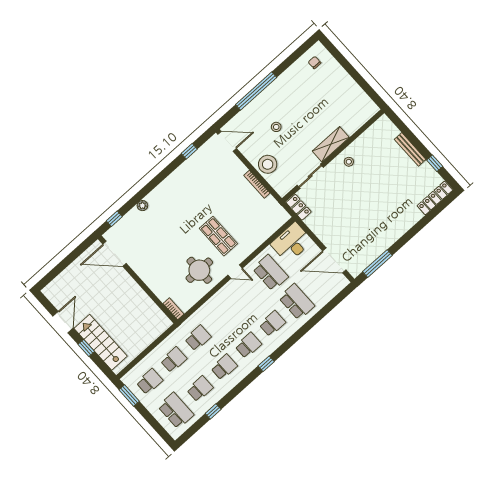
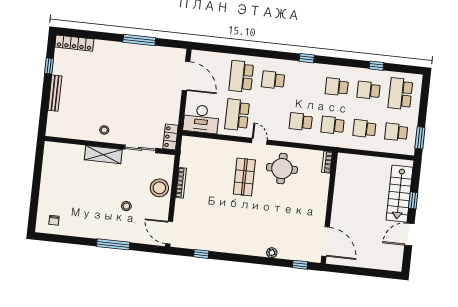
window: (256, 91) -> (113, 244), width x0.68
window: (377, 264) -> (139, 40), moved
school desk: (248, 345) -> (301, 122), moved

